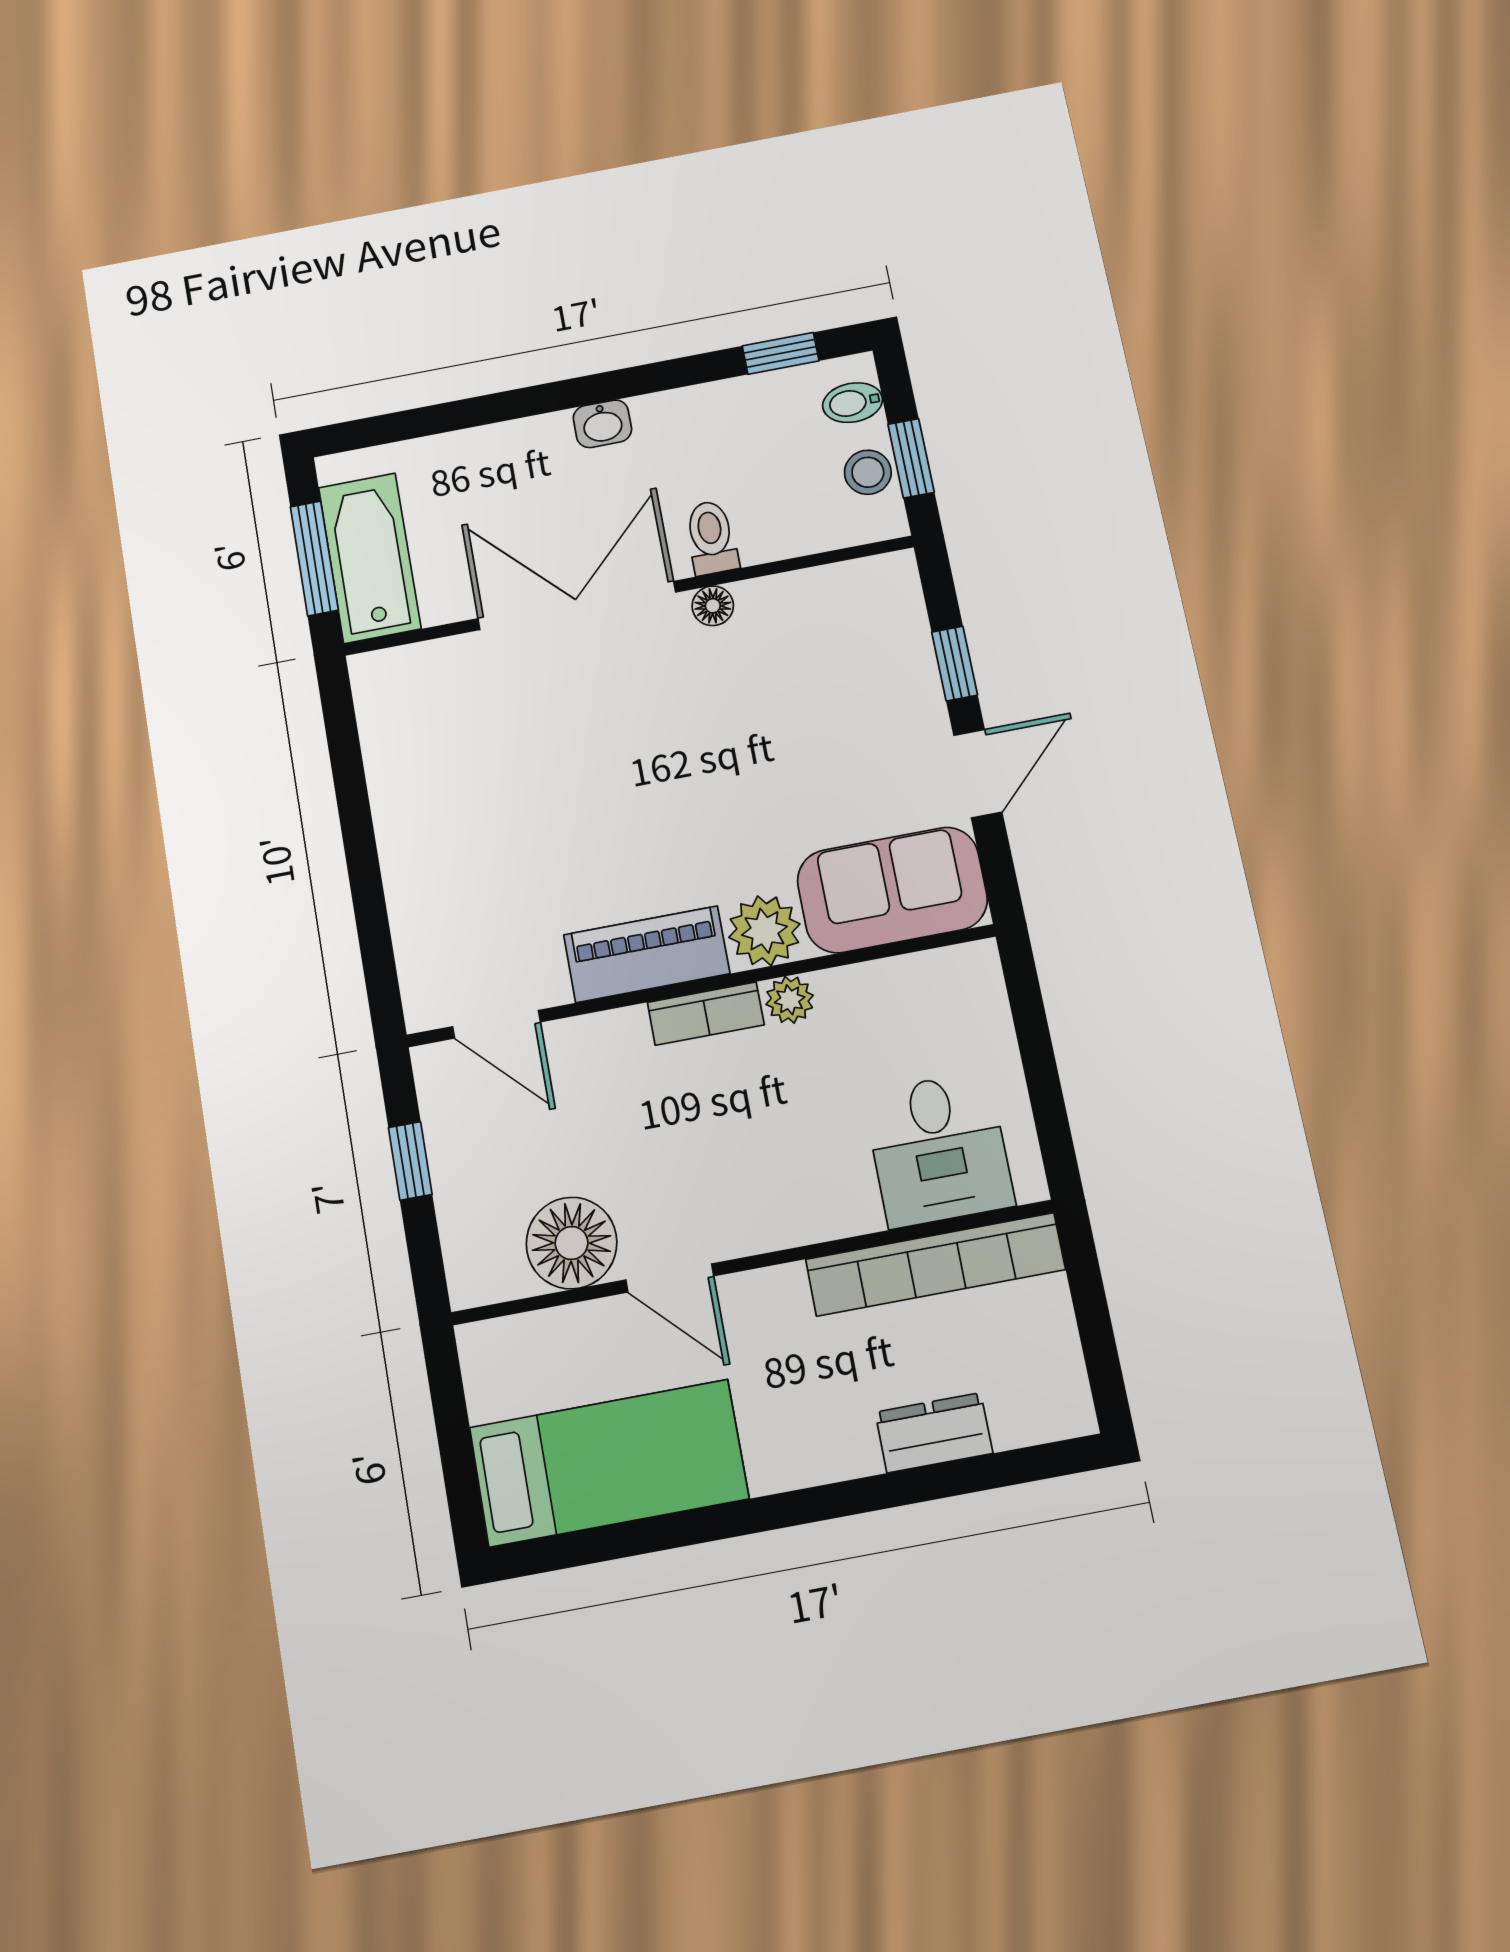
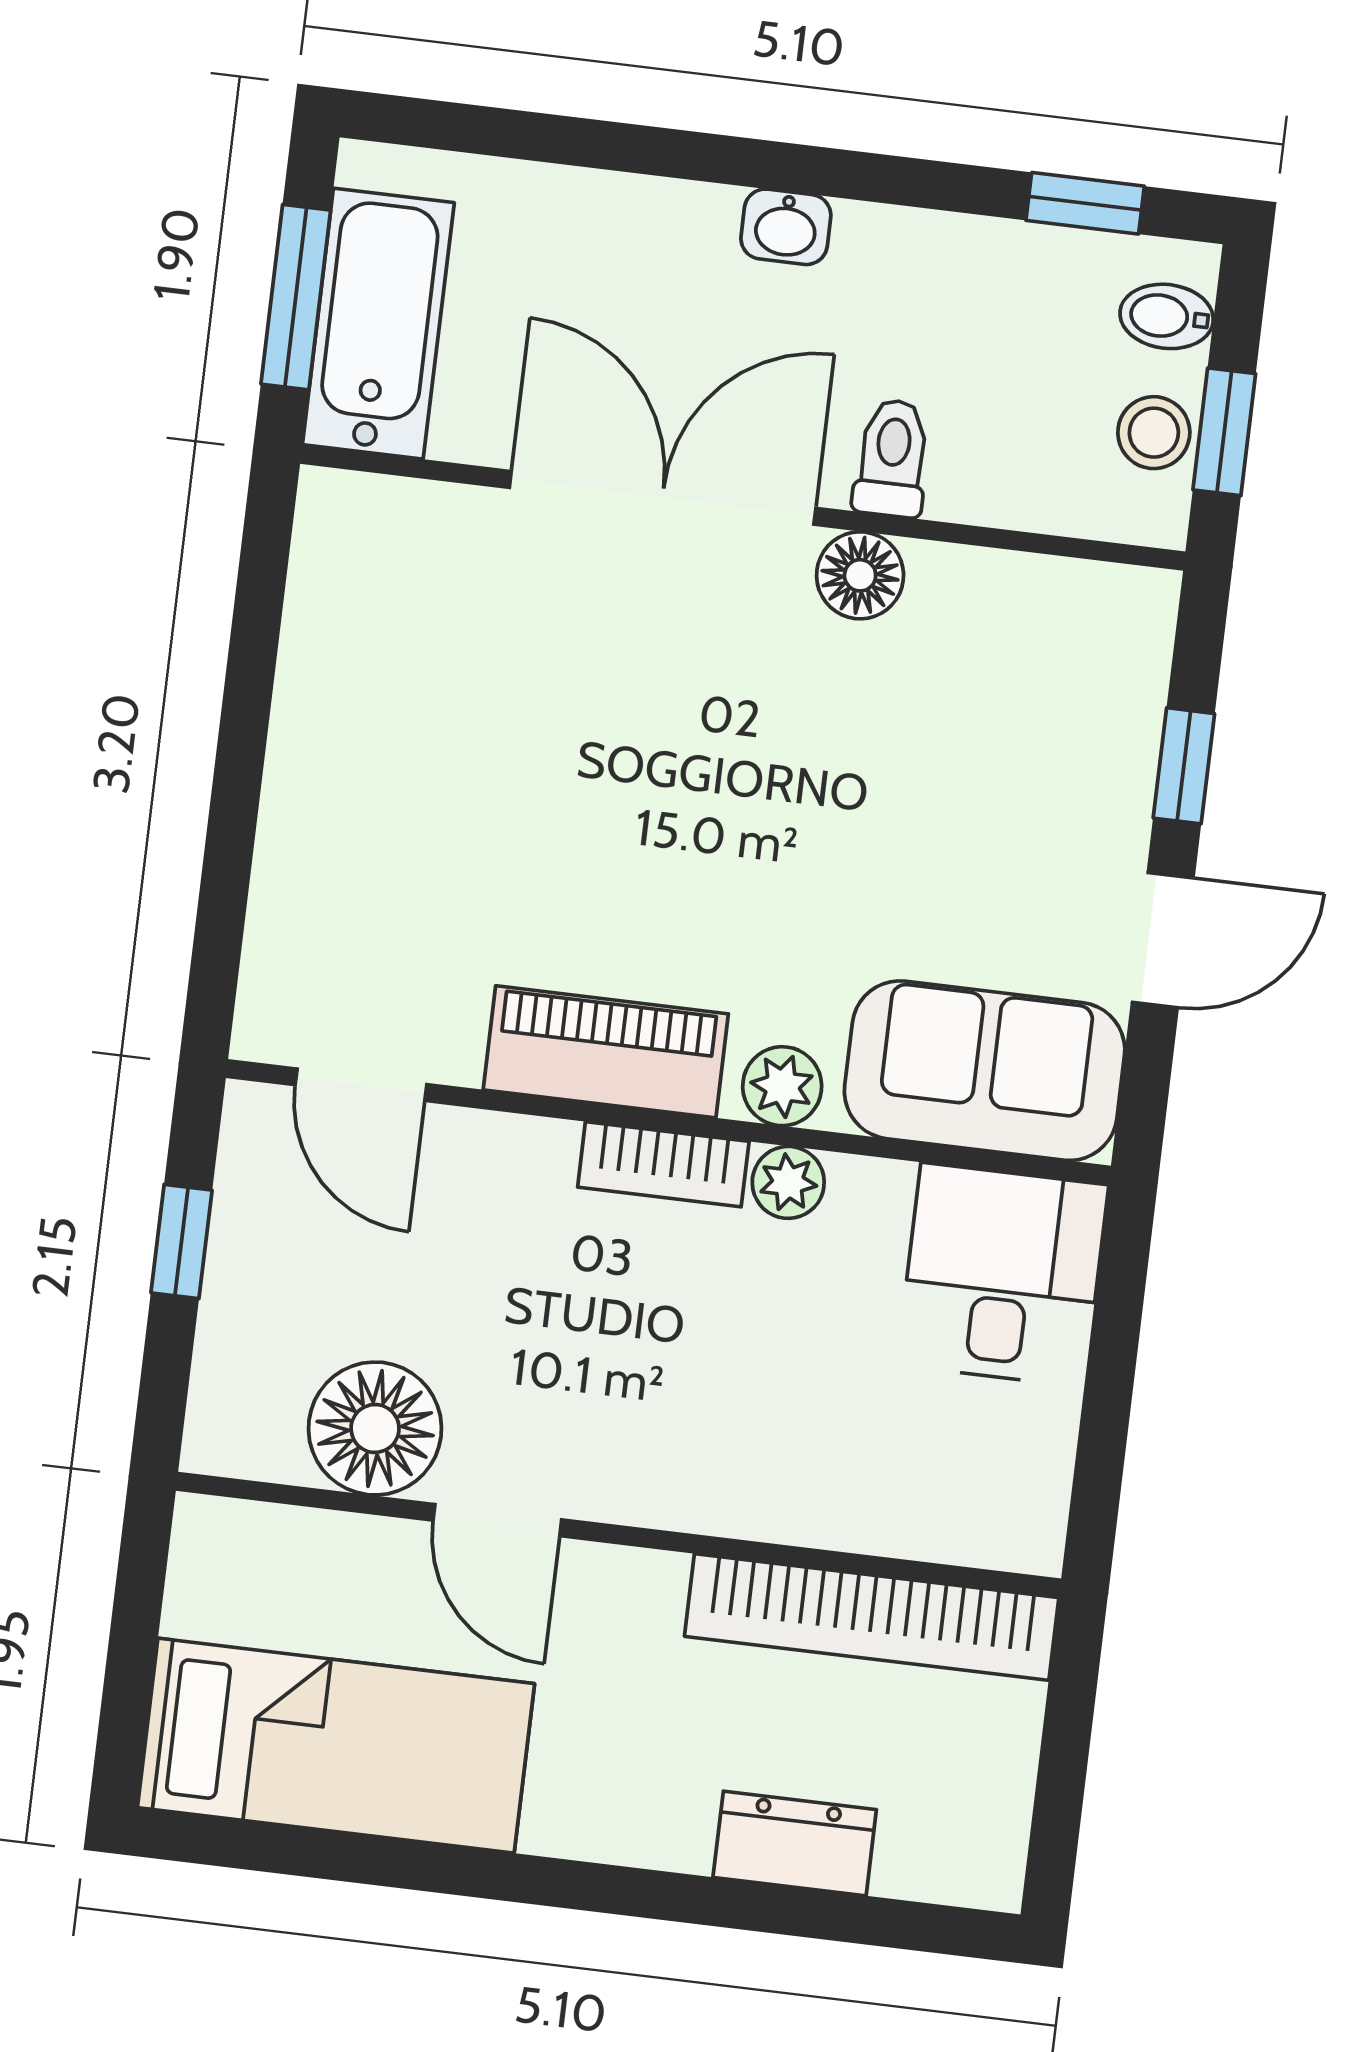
floor lamp: (713, 606) -> (860, 575), width x1.37, depth x1.37
plant: (764, 931) -> (782, 1086), width x0.73, depth x0.73
desk: (939, 1149) -> (1003, 1275), moved, turned 180

